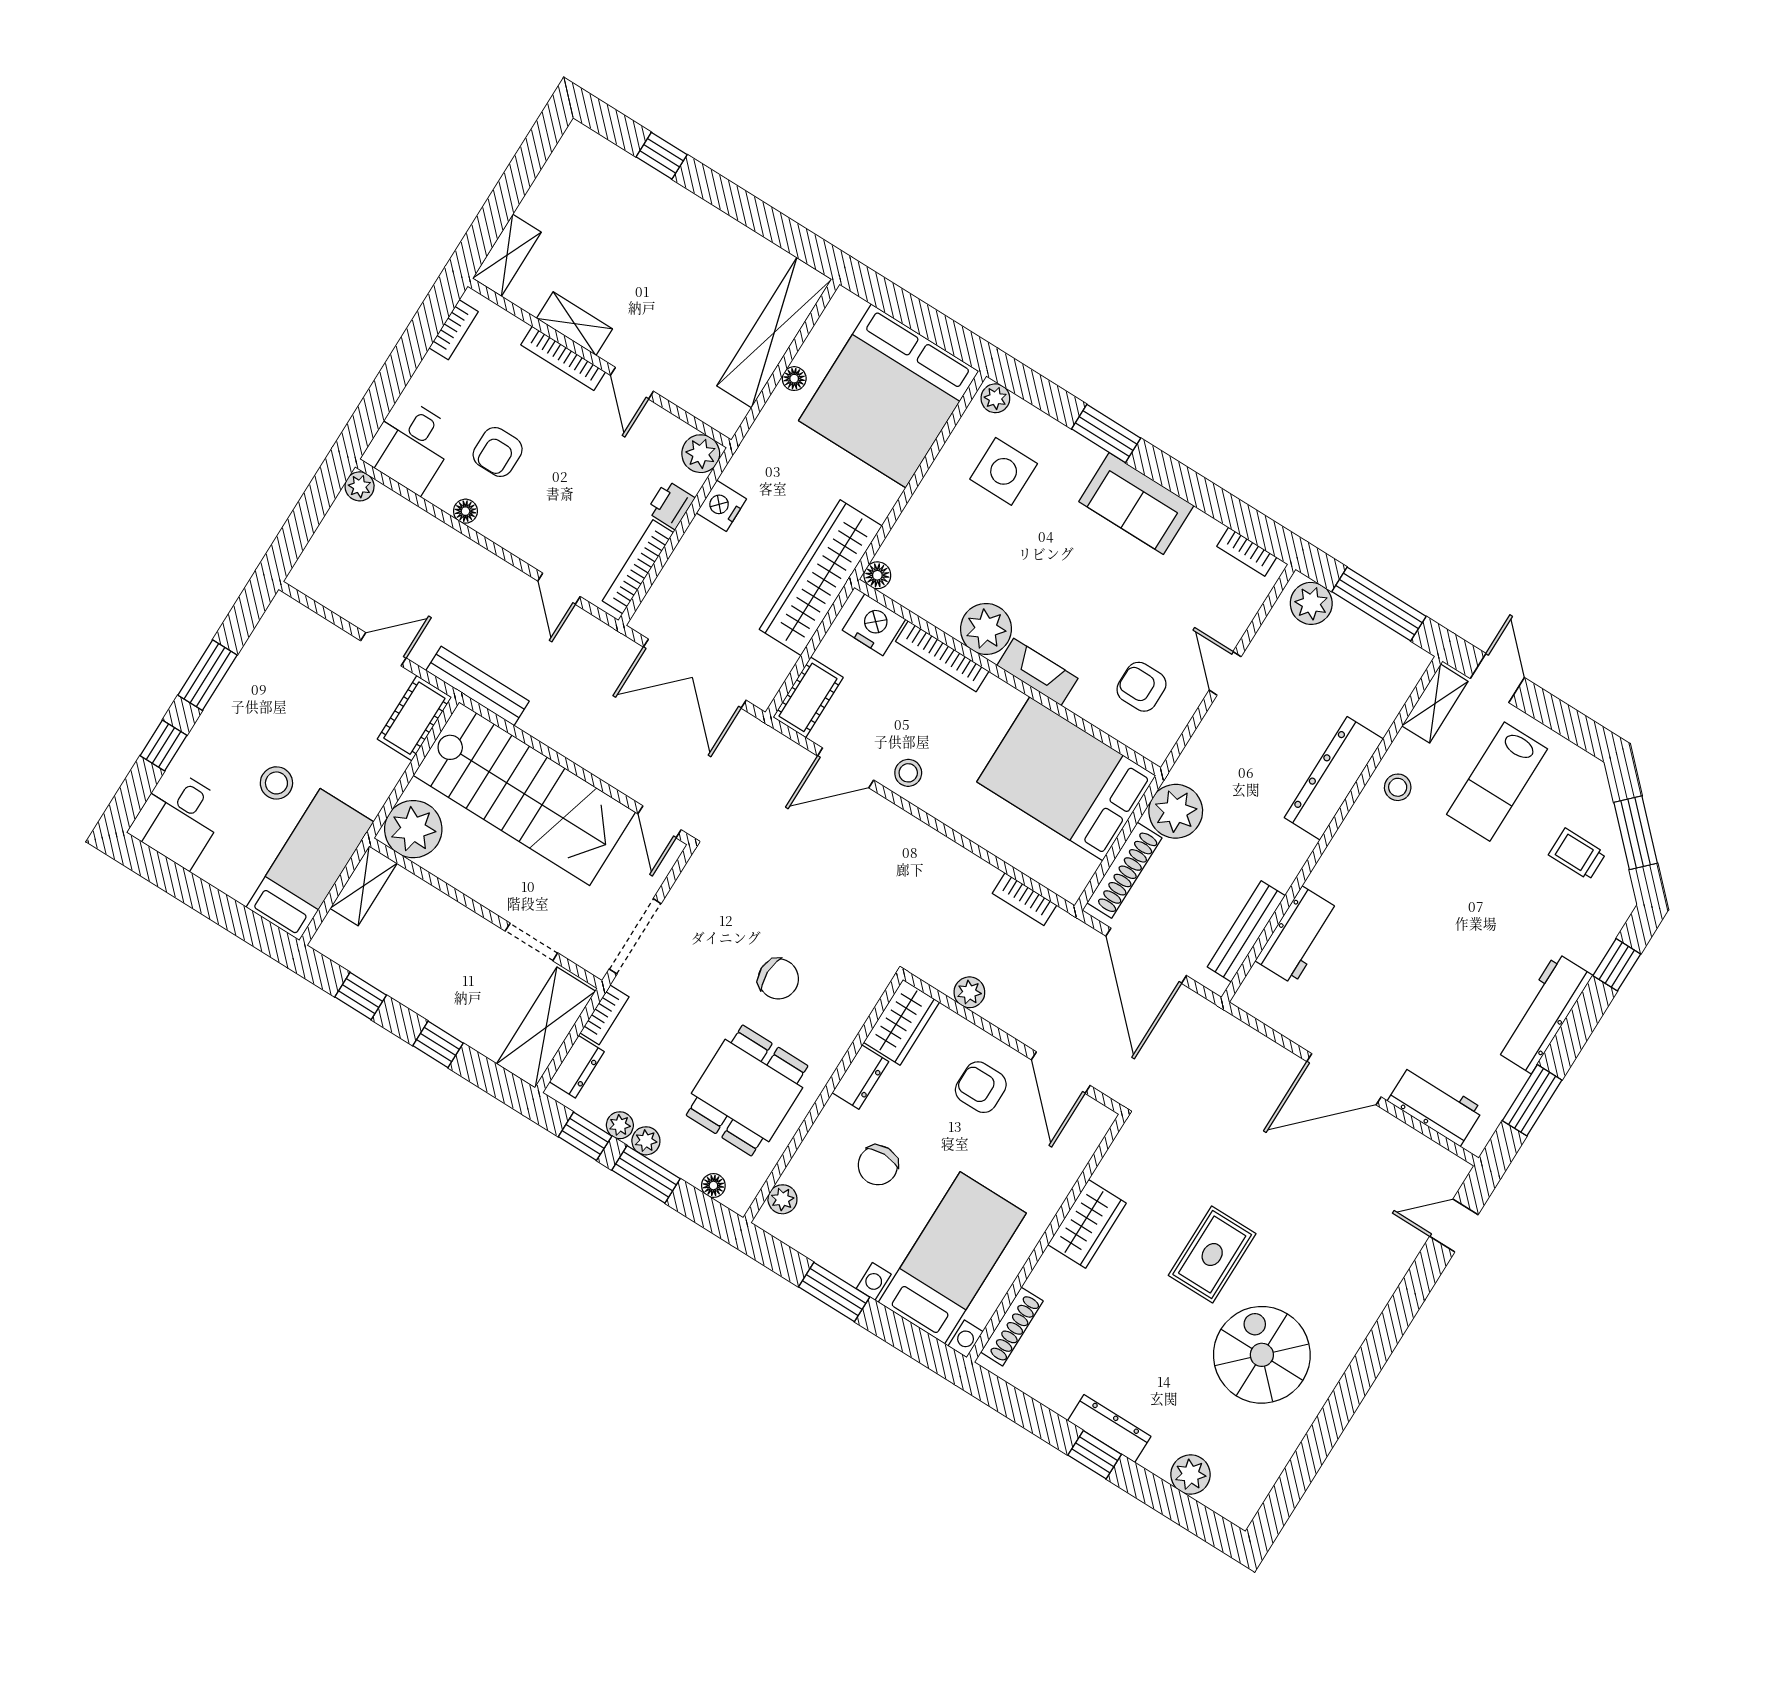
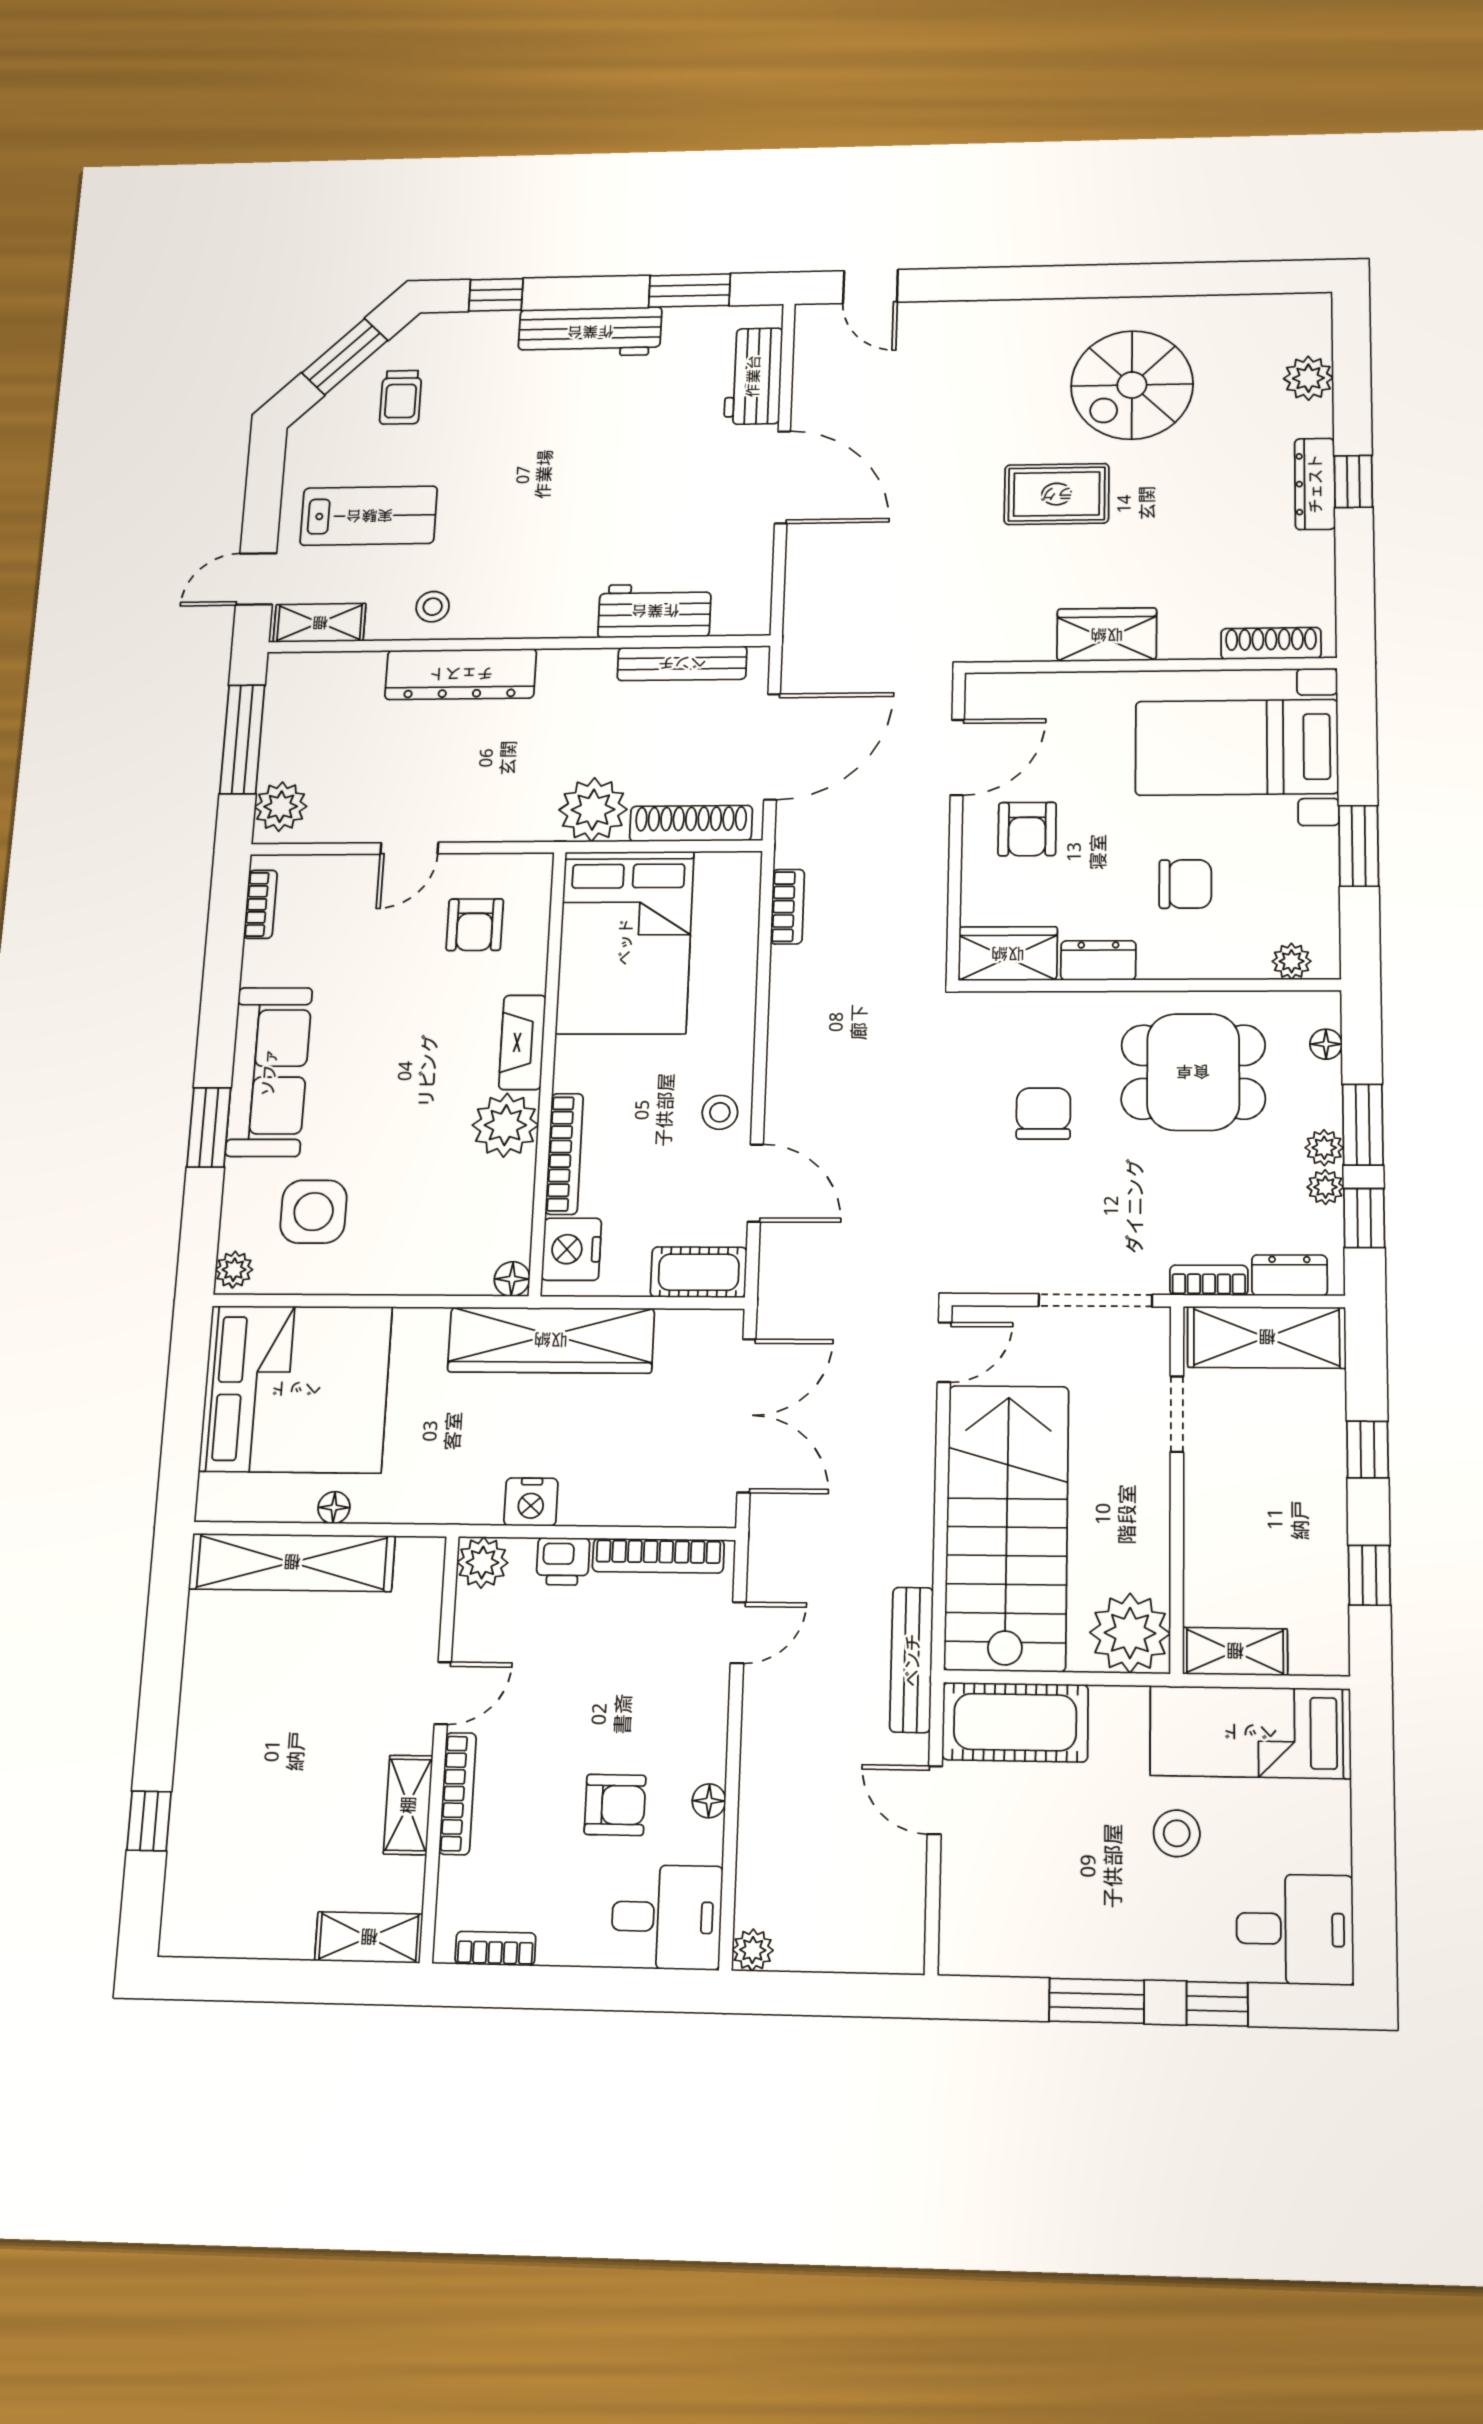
sofa: (1136, 503) -> (269, 1072), width x1.36
cot: (414, 718) -> (1015, 1722), width x1.37, depth x1.34
plant: (969, 992) -> (928, 903), removed

